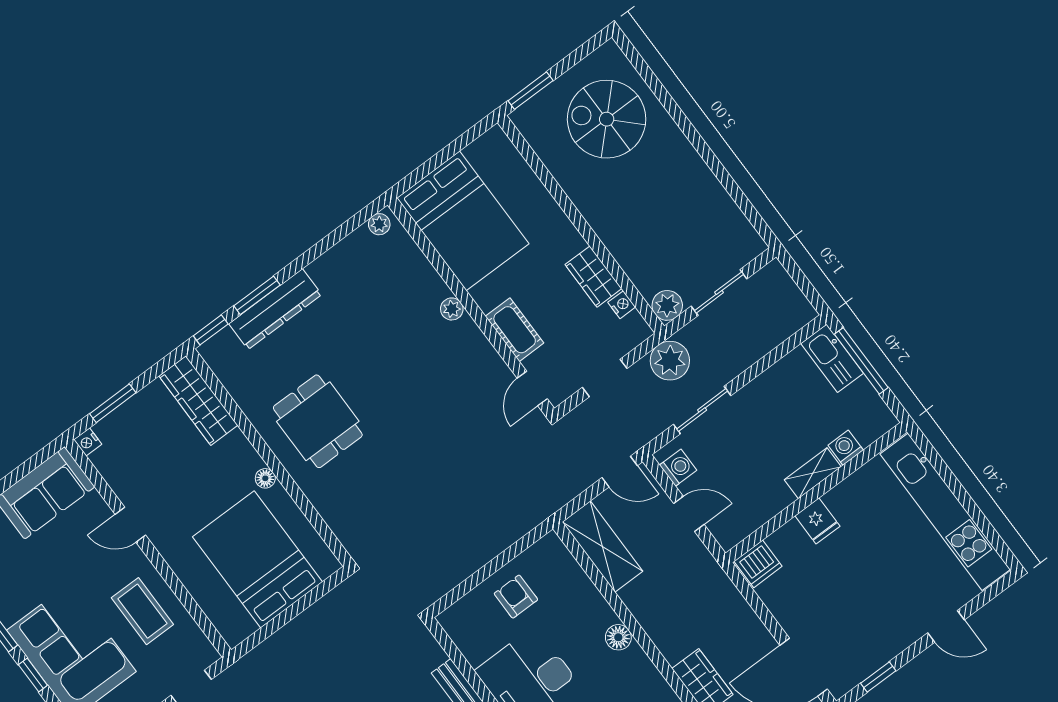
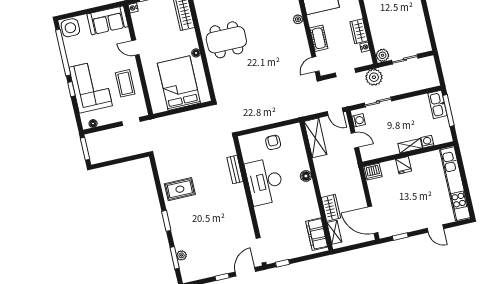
dining table: (318, 421) -> (226, 40), width x1.37

